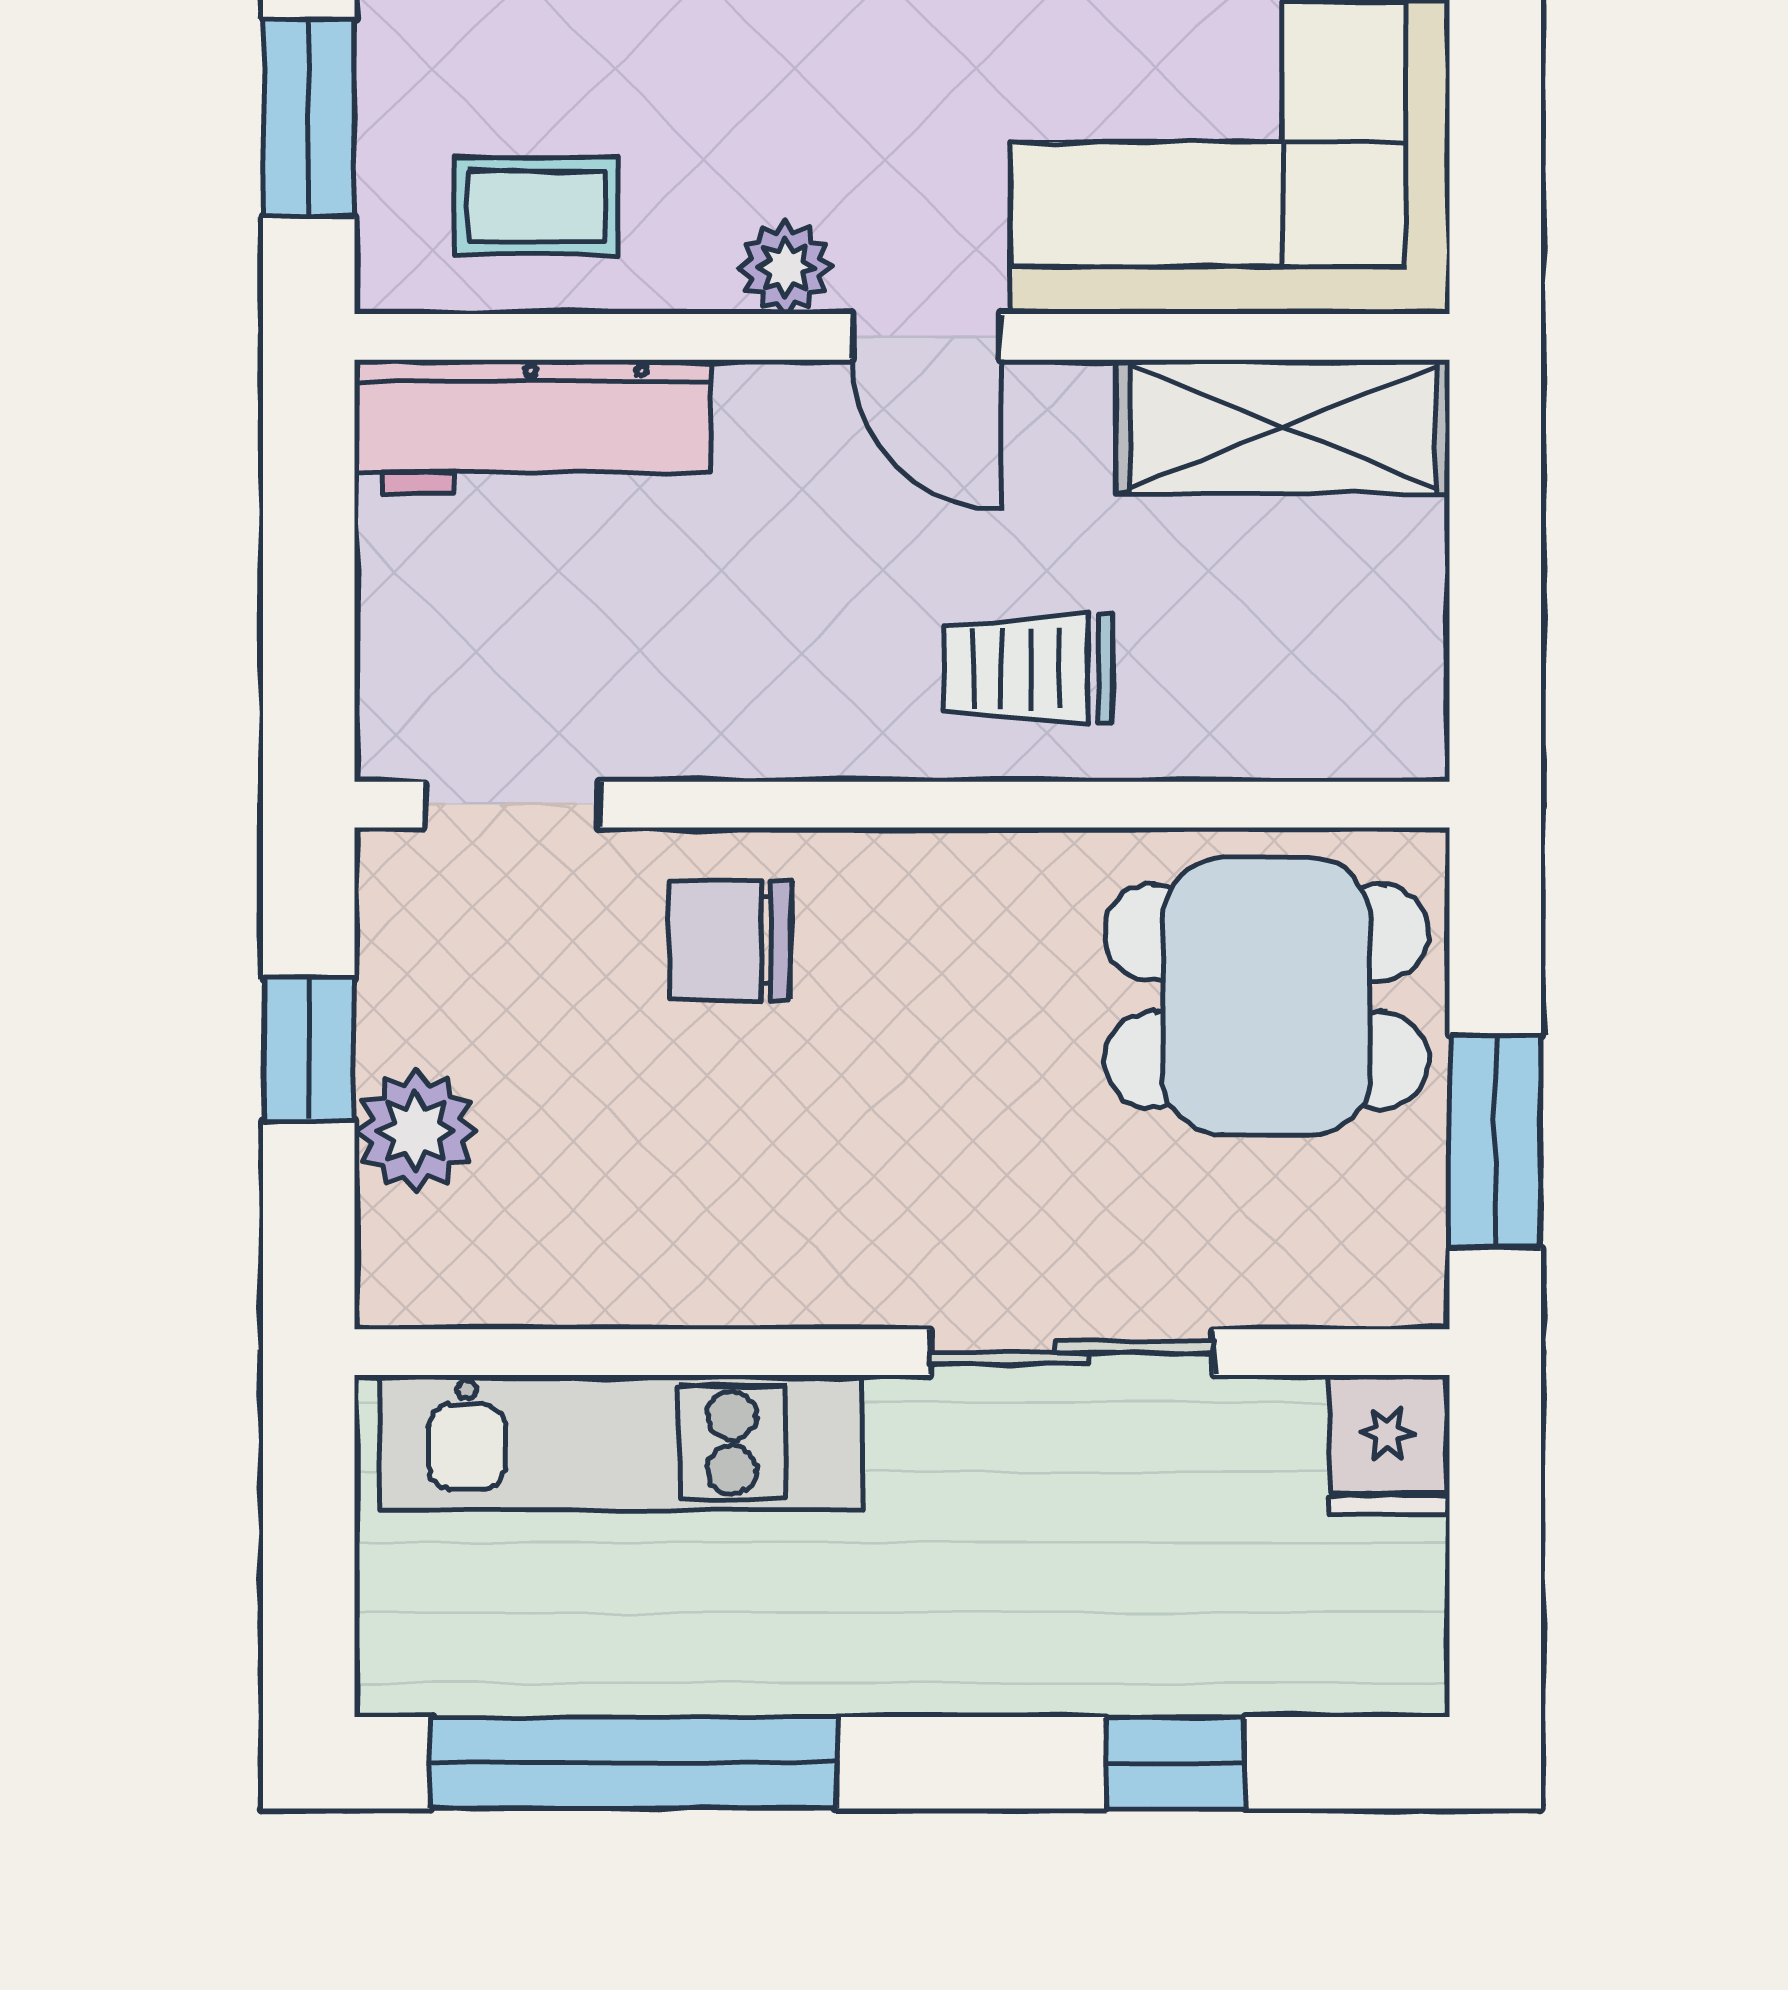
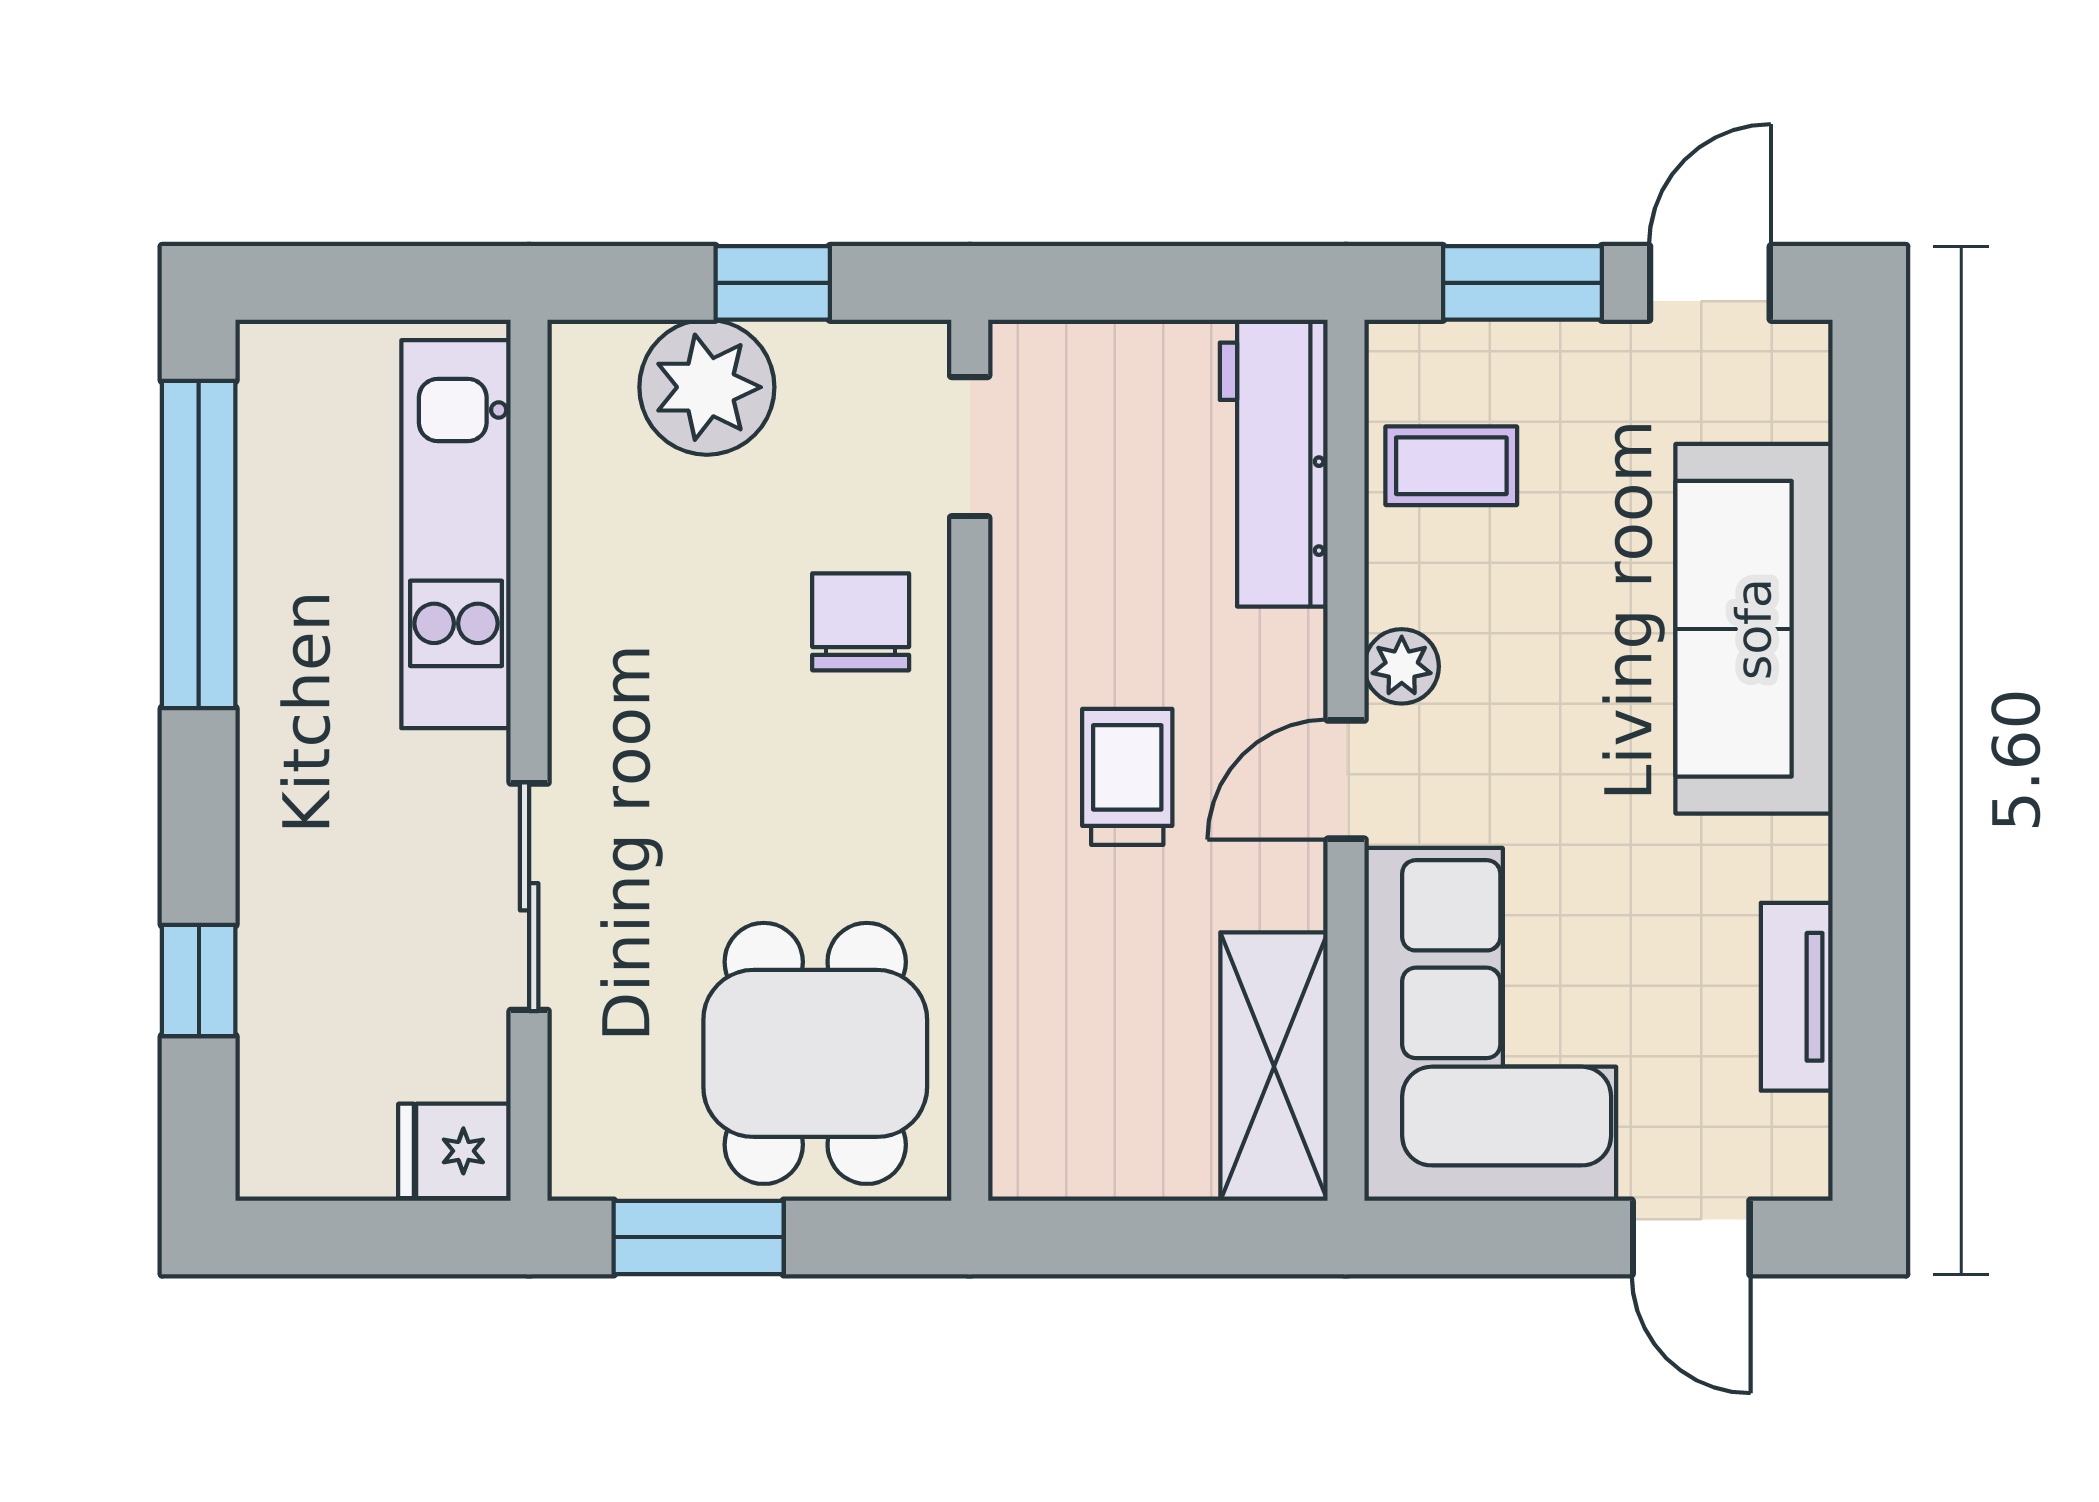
coffee table: (536, 206) -> (1451, 466), turned 90
trolley: (1028, 669) -> (1127, 777), moved
plant: (416, 1131) -> (707, 387), width x1.36, depth x1.36

